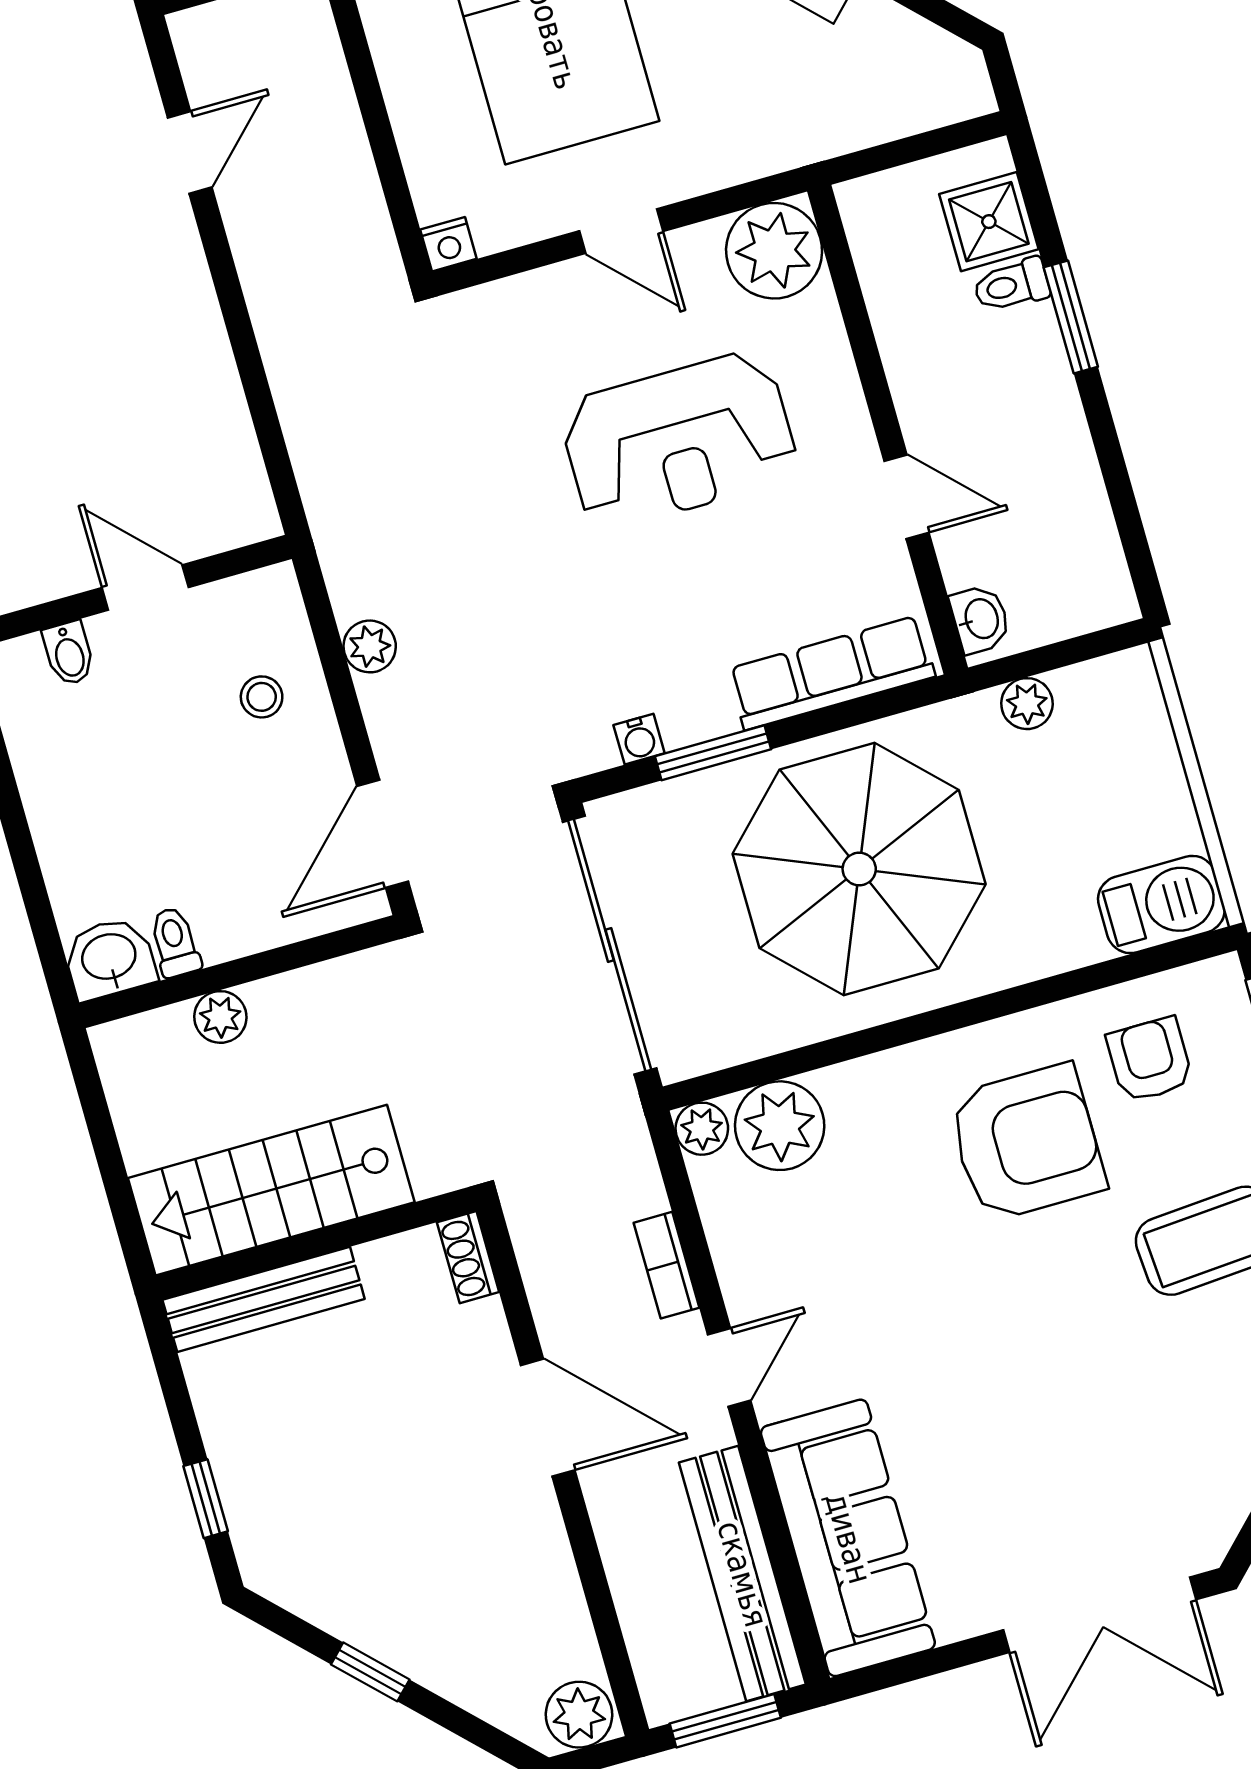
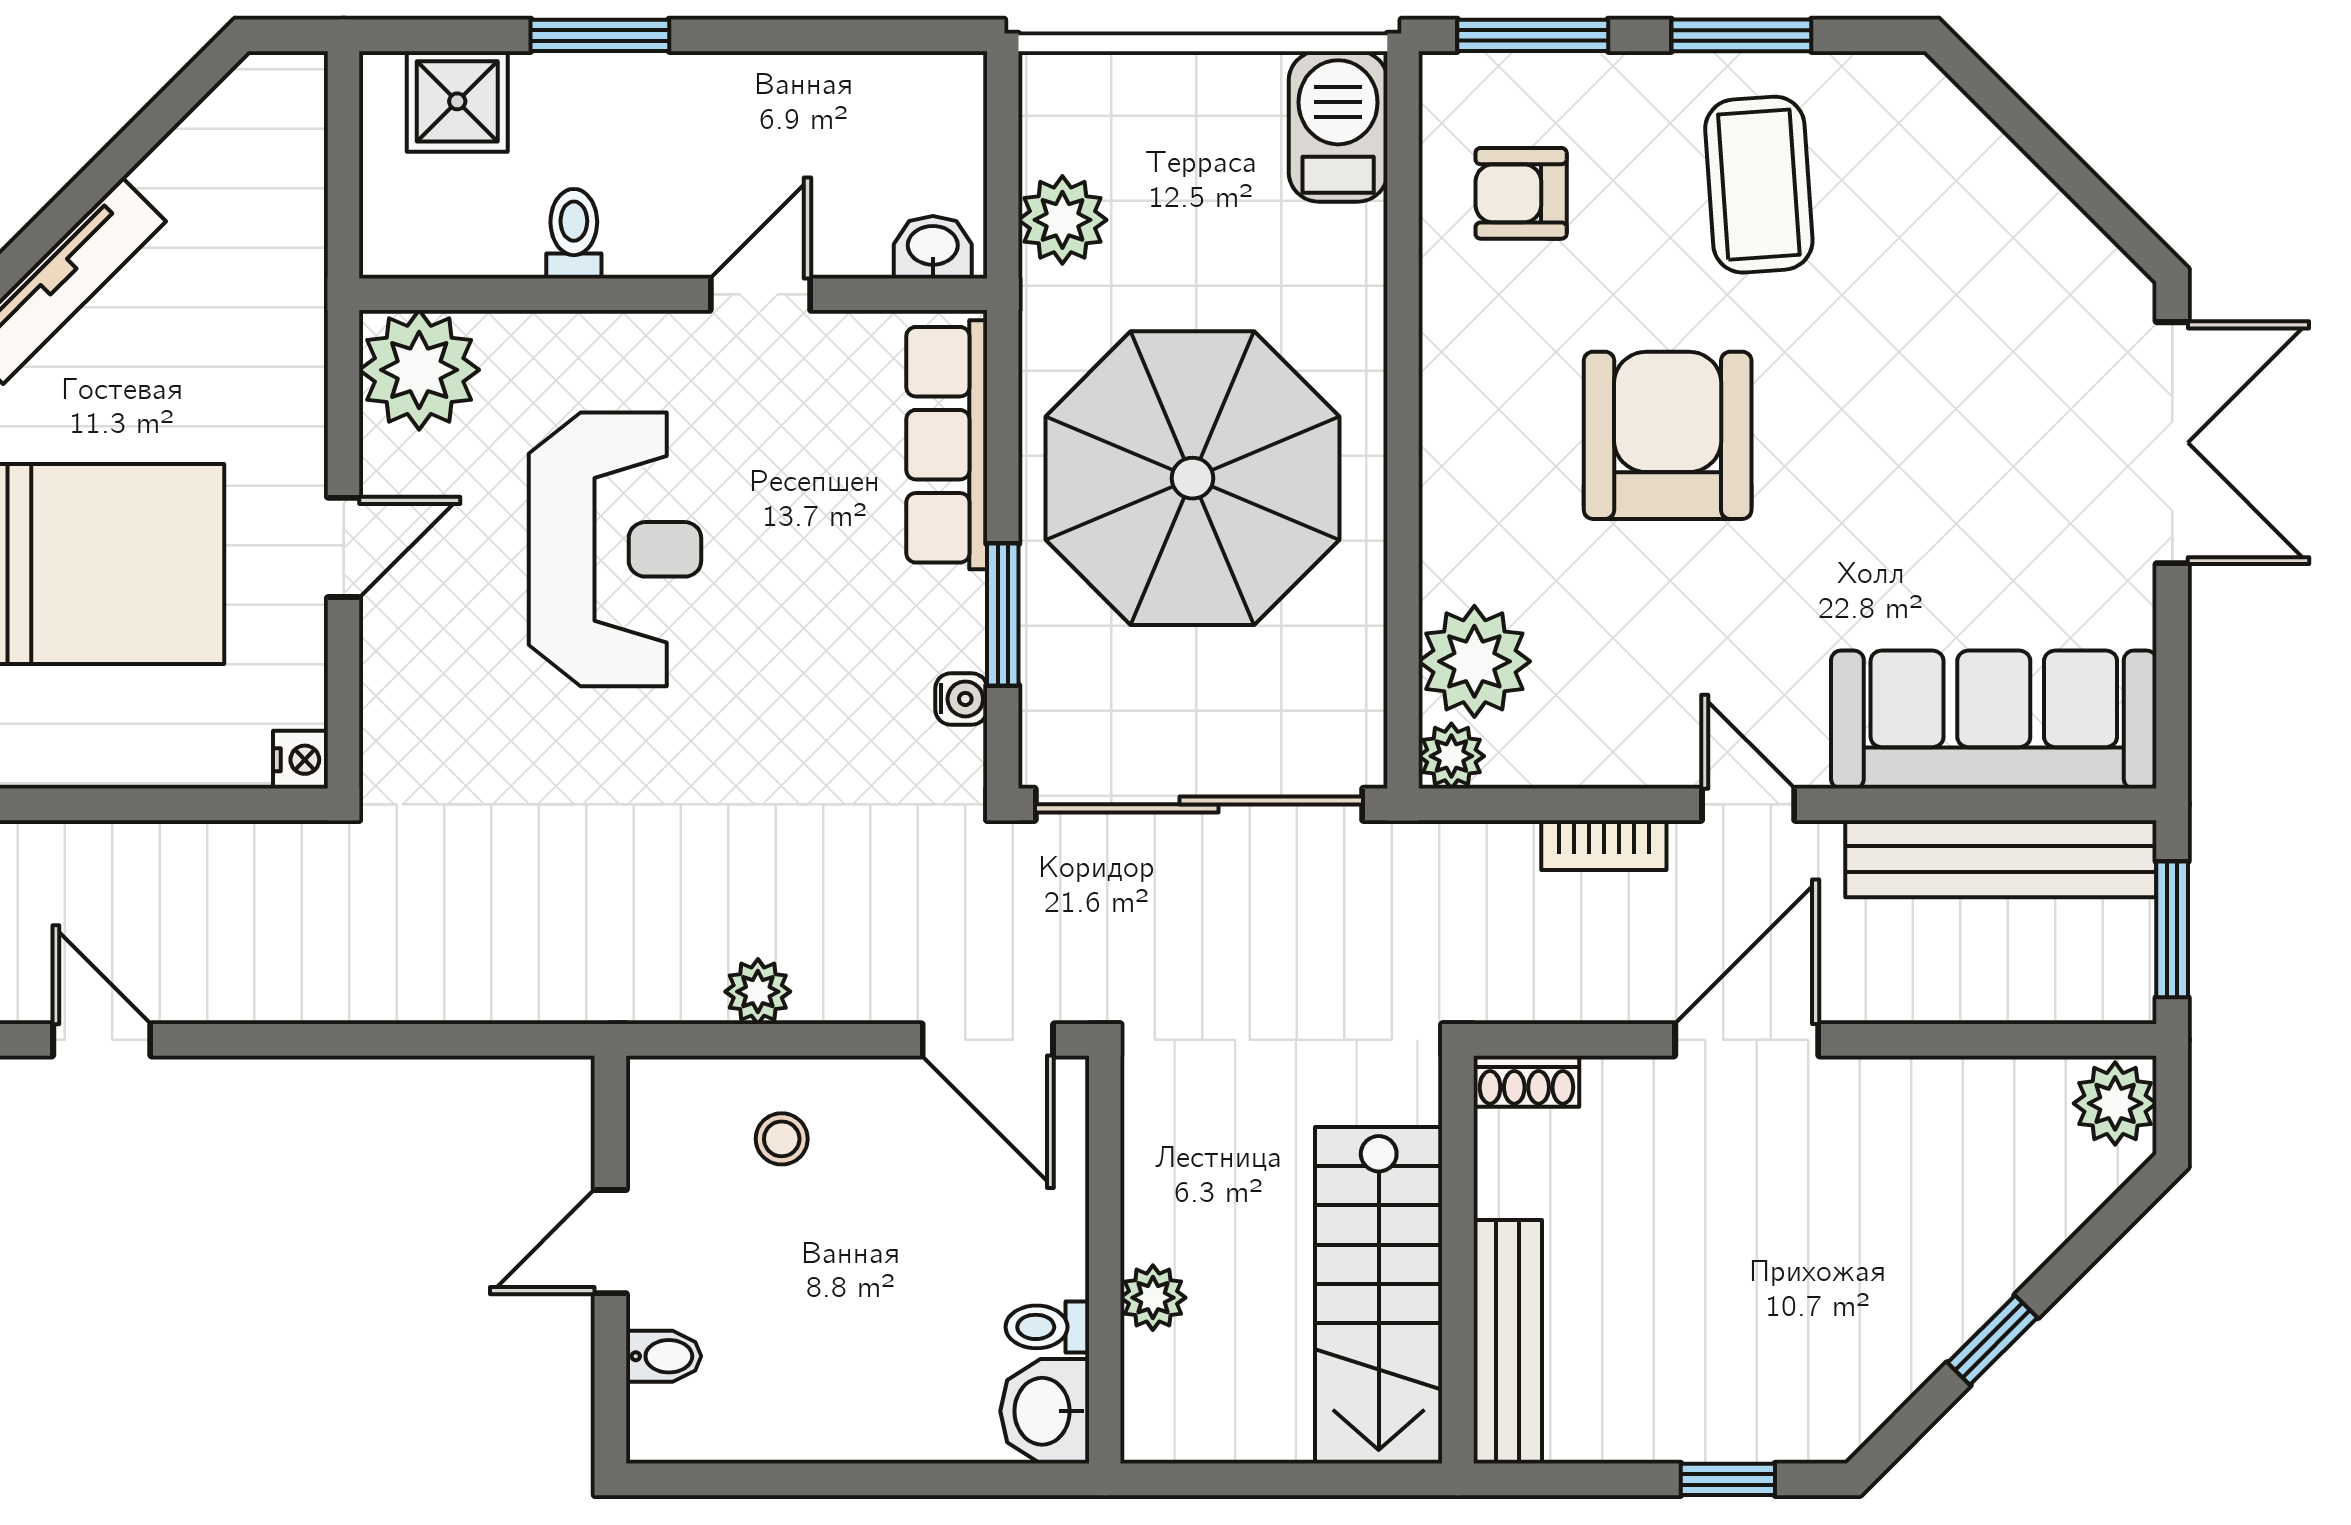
toilet: (1011, 285) -> (574, 234), moved, turned 180
plant: (1027, 704) -> (1062, 220), width x1.38, depth x1.38
armchair: (1026, 1143) -> (1668, 435), moved

